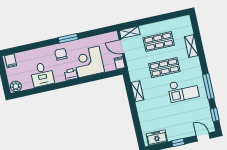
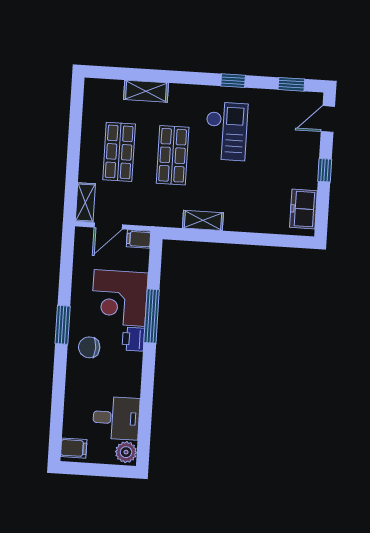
desk: (42, 74) -> (116, 418), moved
window: (84, 80) -> (152, 316), added
window: (208, 86) -> (233, 81), width x0.46

